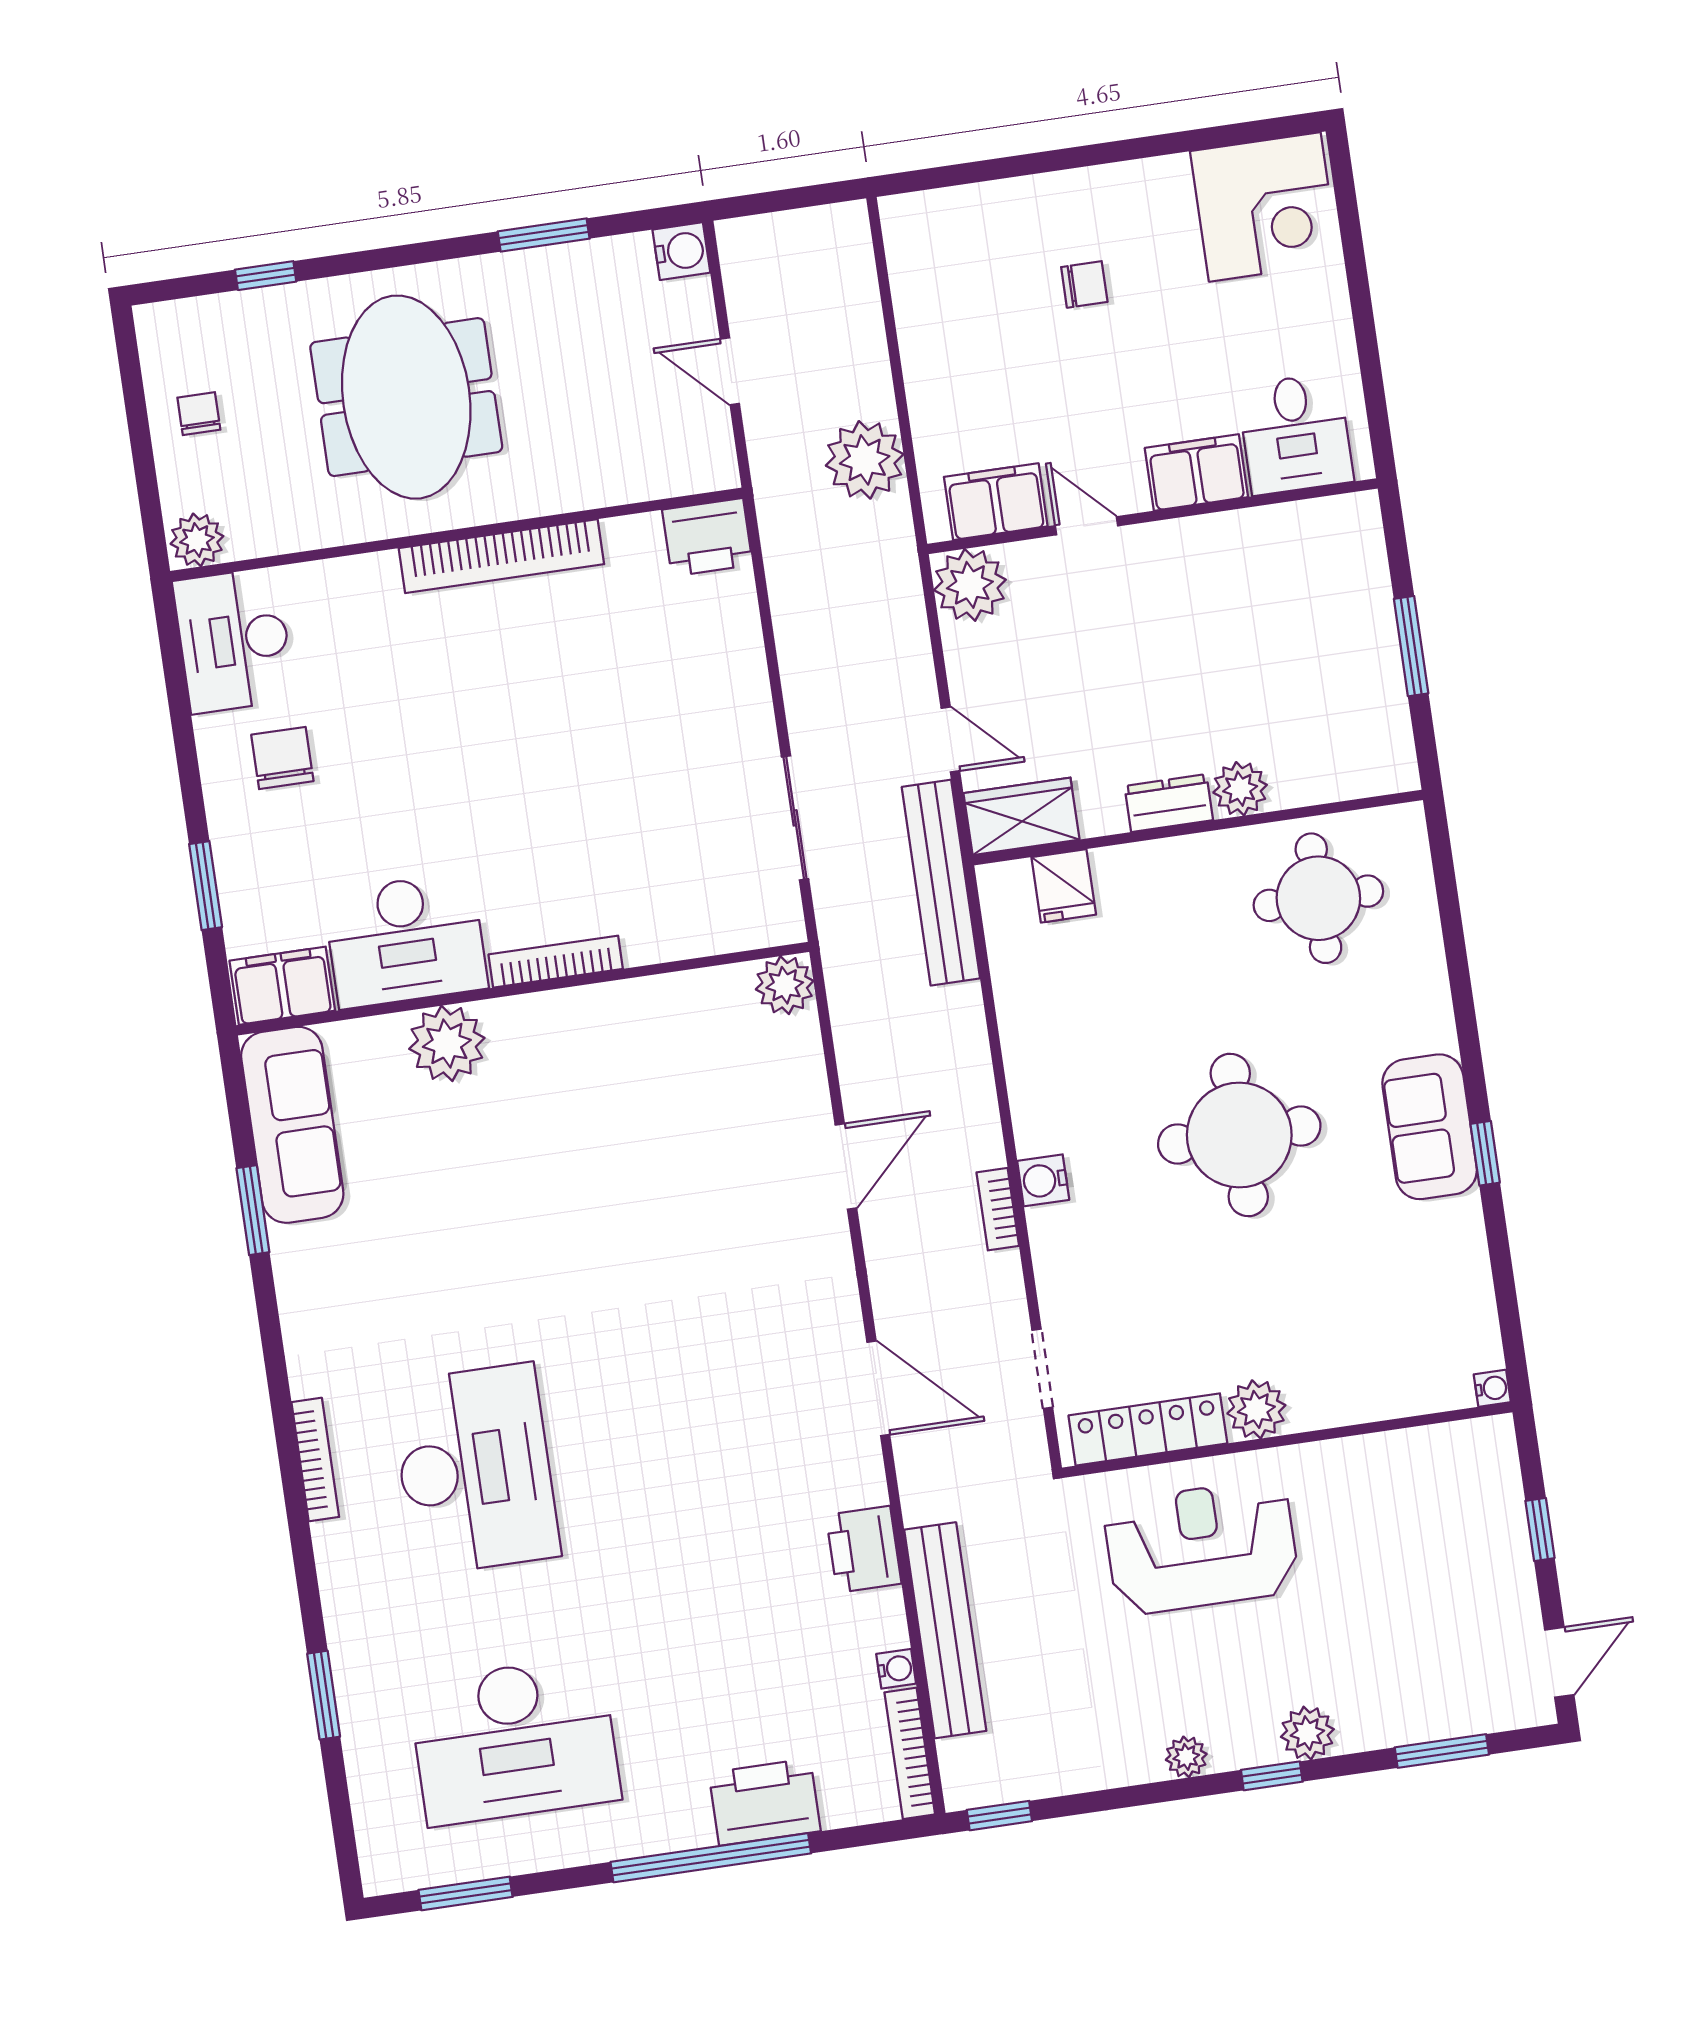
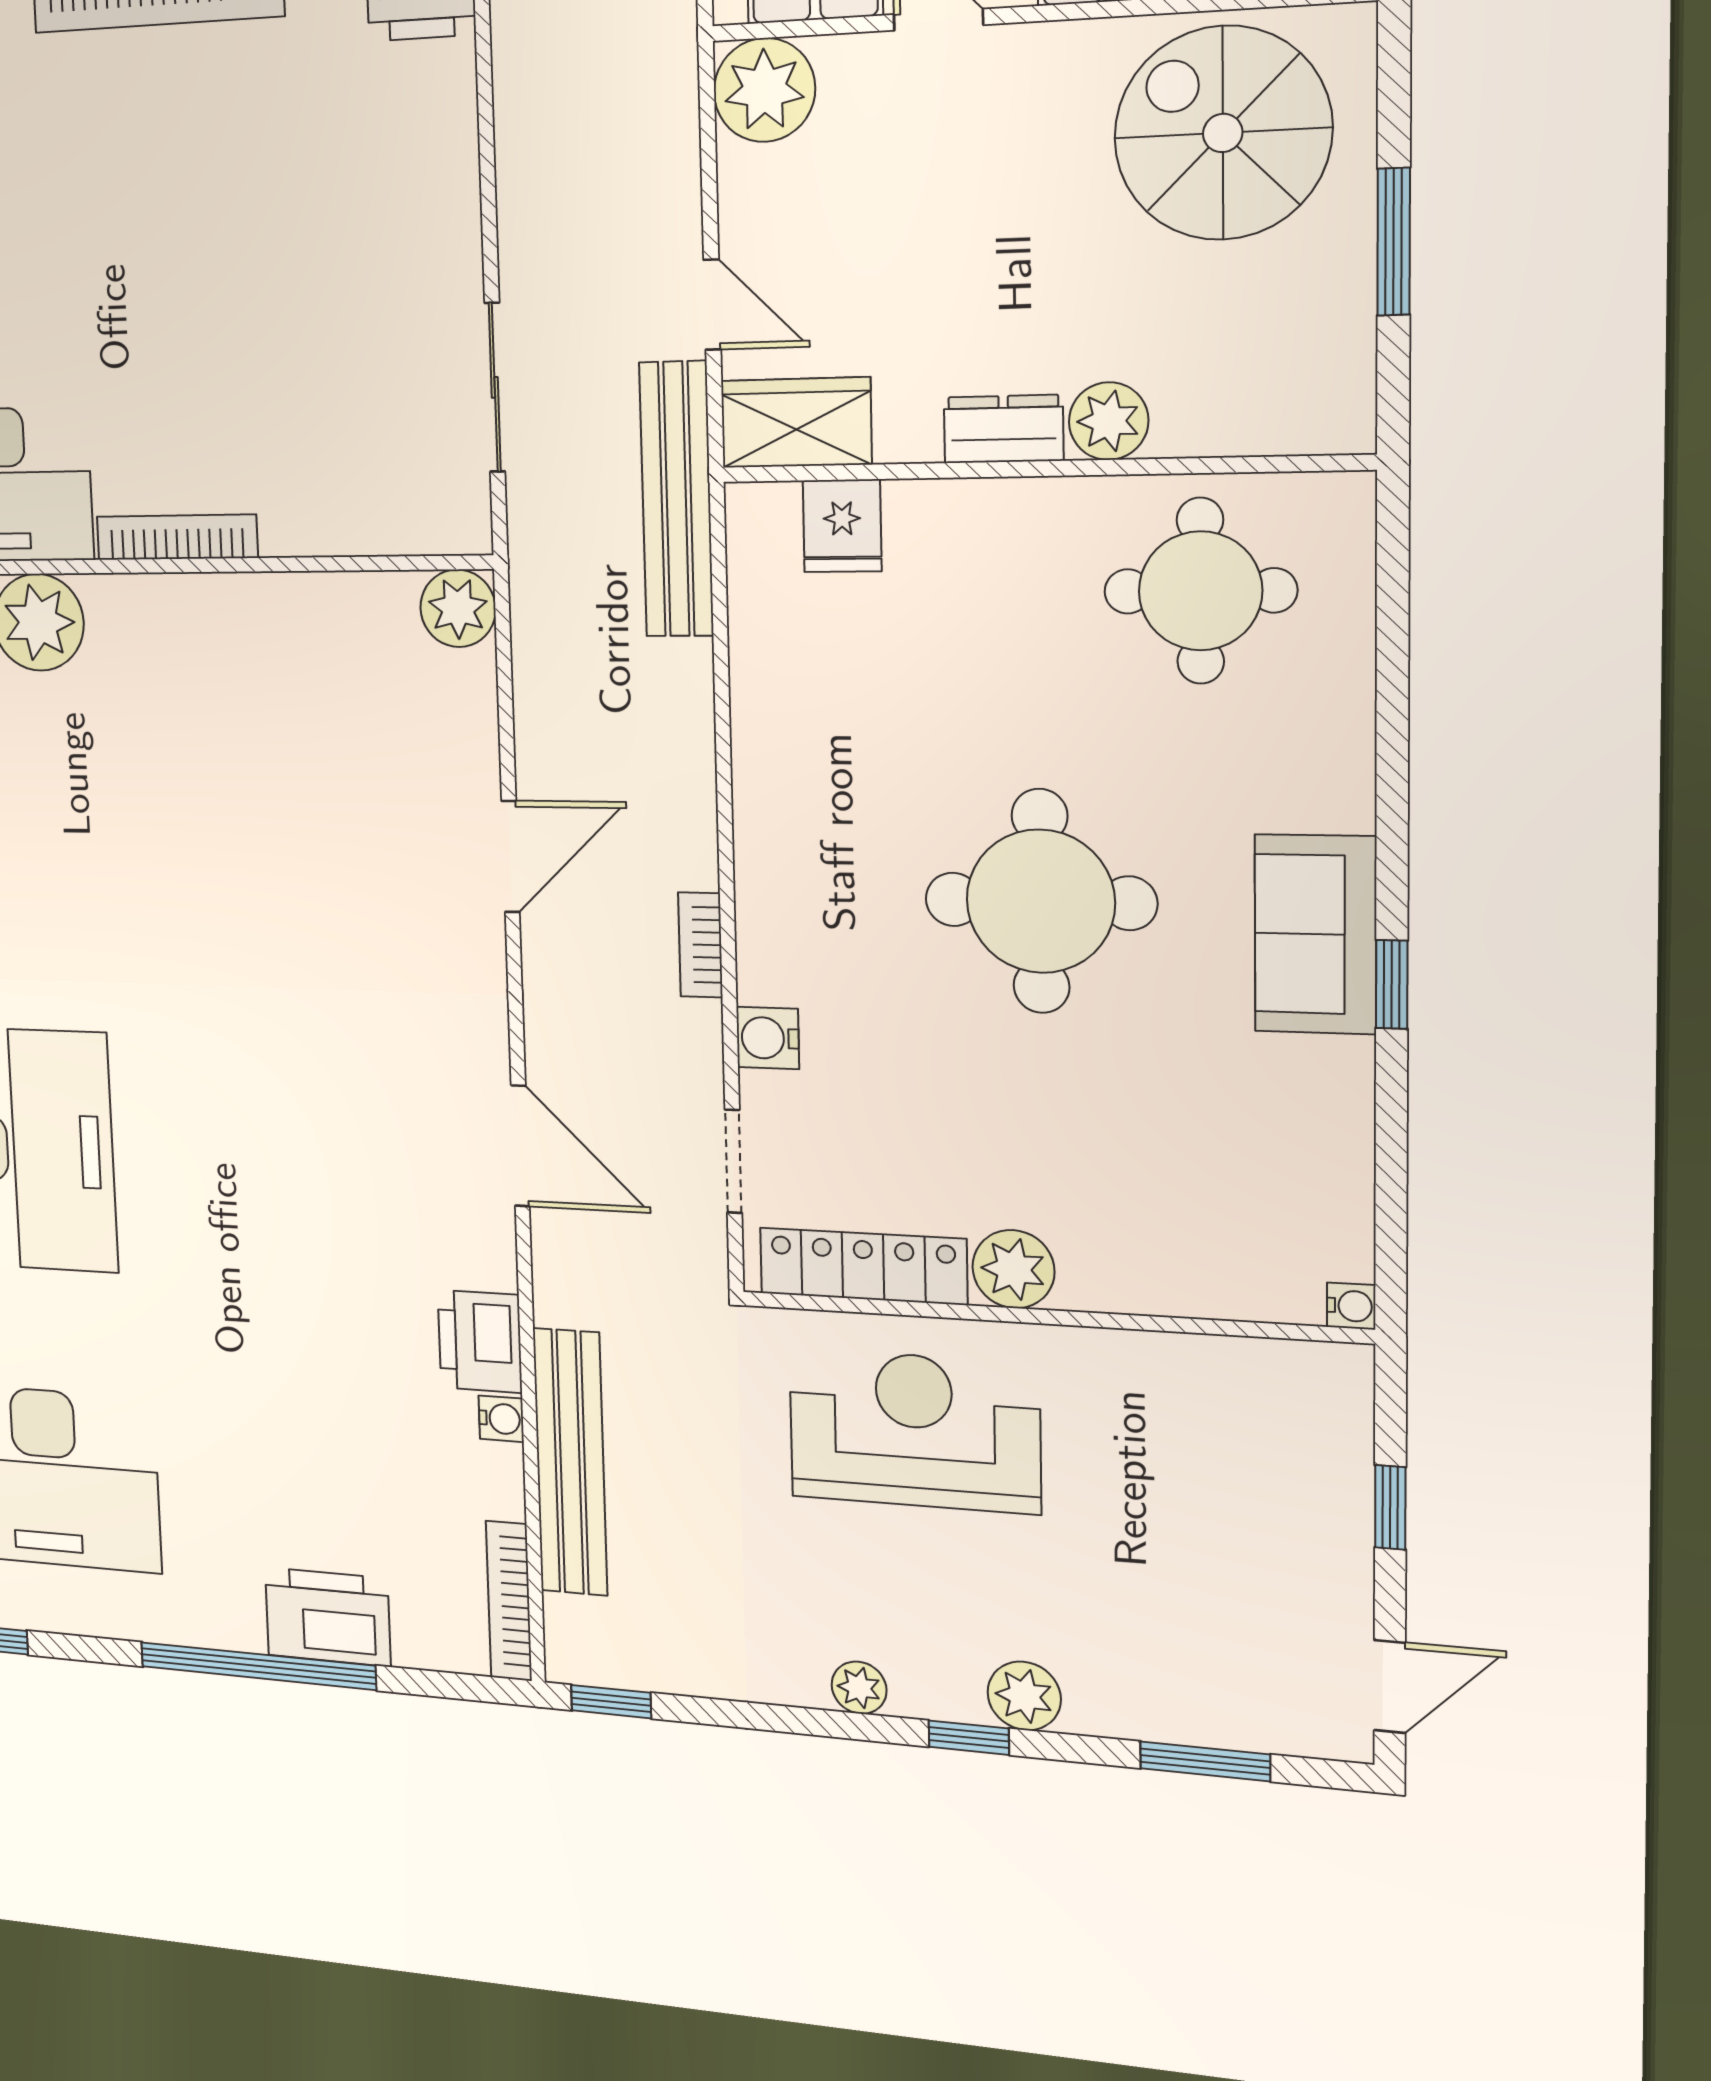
spiral stairs: (1289, 585) -> (1223, 133), added
water cooler: (1043, 1180) -> (768, 1038), moved
water cooler: (896, 1669) -> (501, 1419), moved

